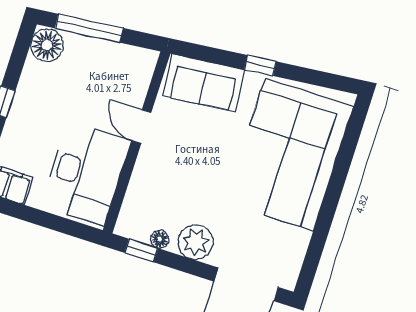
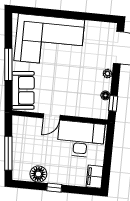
floor lamp: (47, 45) -> (38, 174), moved
window: (260, 66) -> (8, 64), width x2.17
plant: (196, 242) -> (107, 74), width x0.53, depth x0.53

